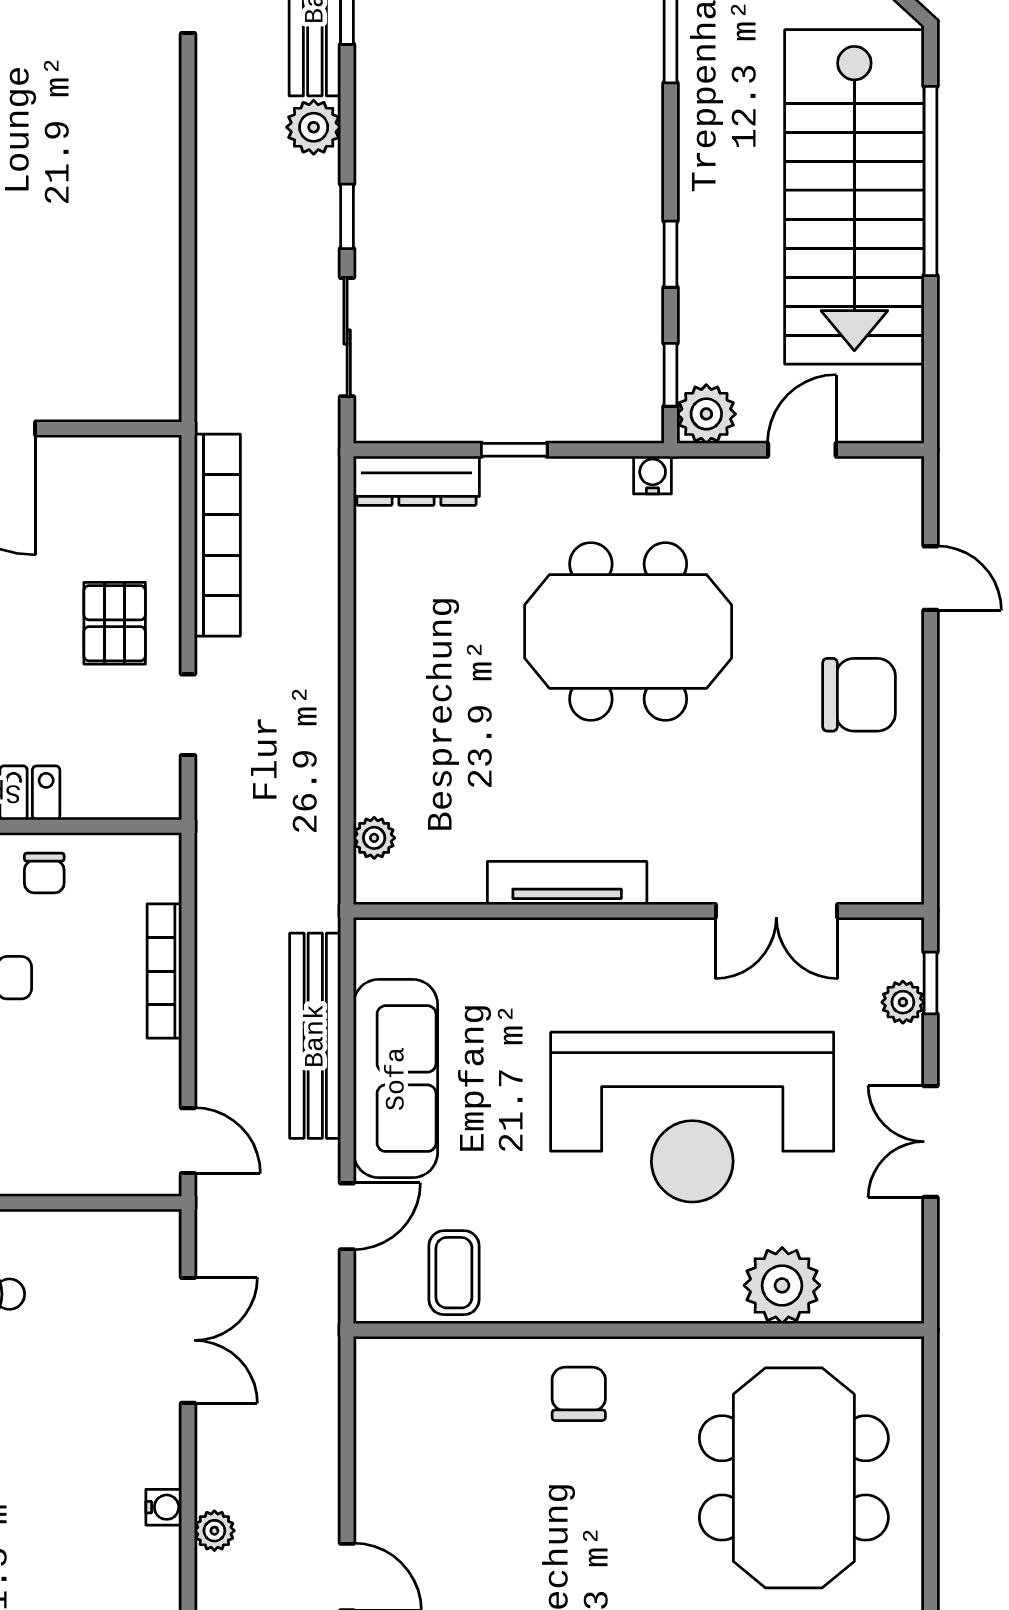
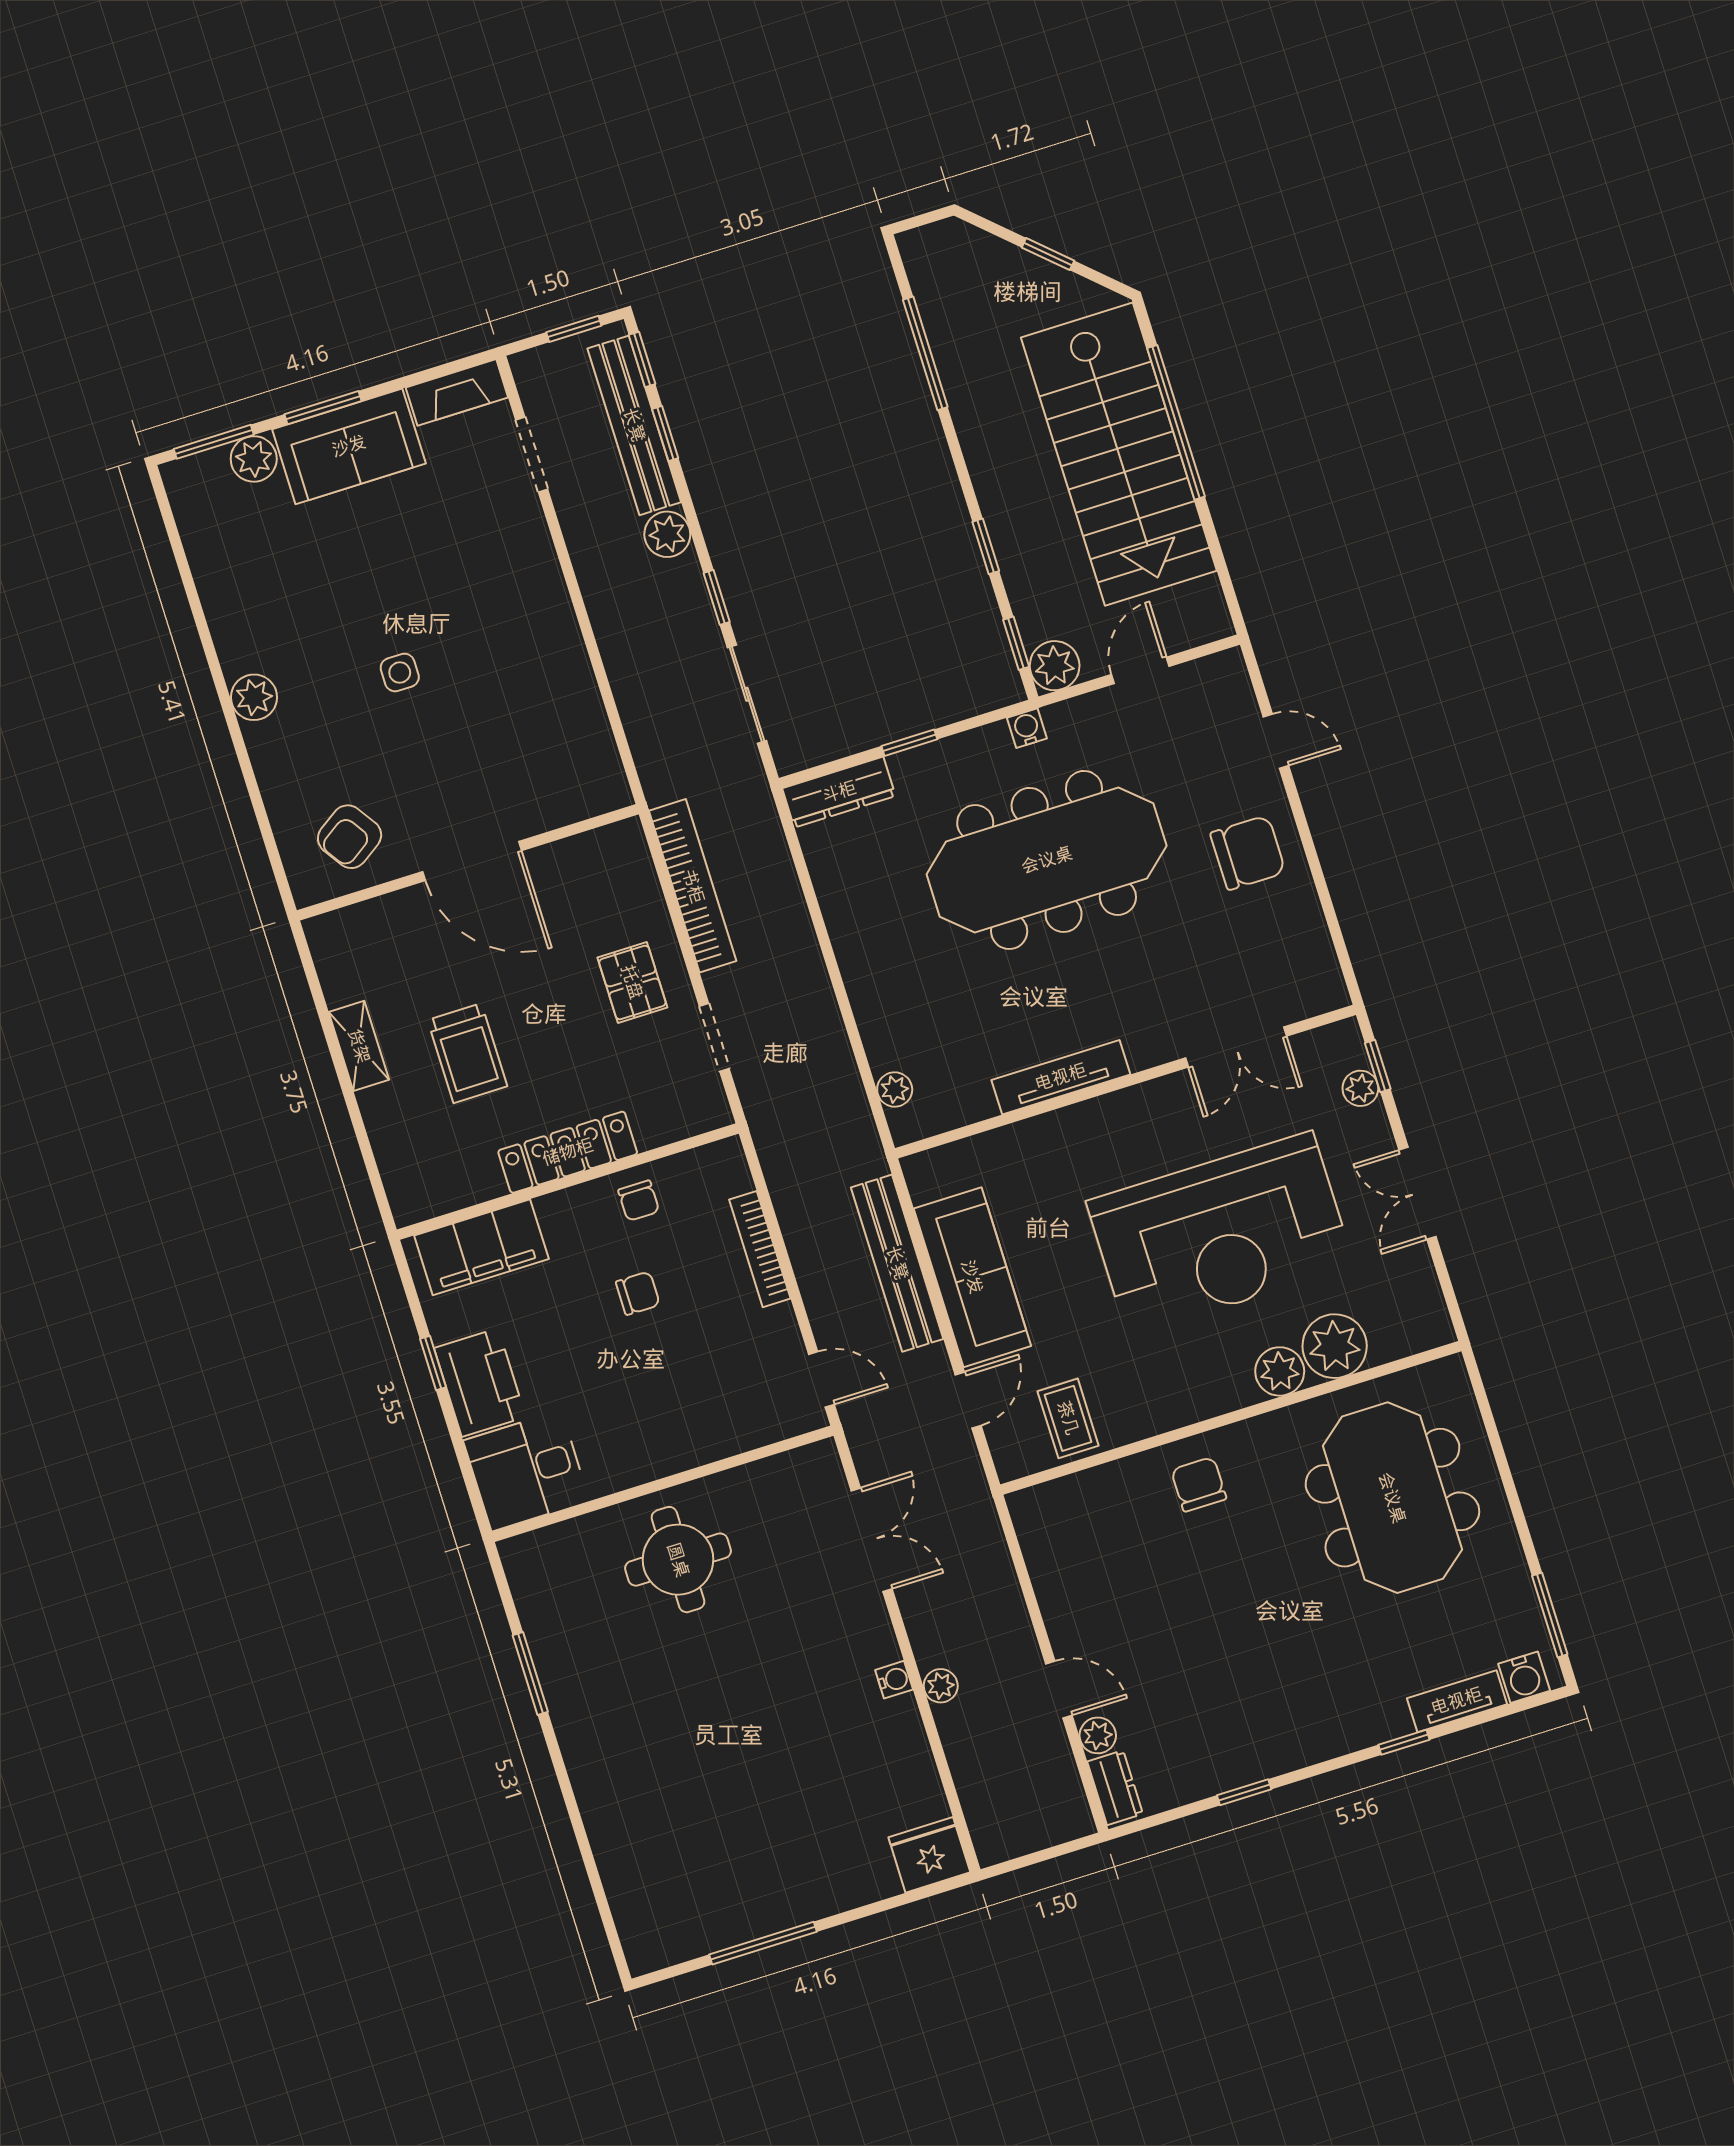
meeting table: (628, 631) -> (1047, 860), width x1.36
plant: (711, 1295) -> (1280, 1371), added

